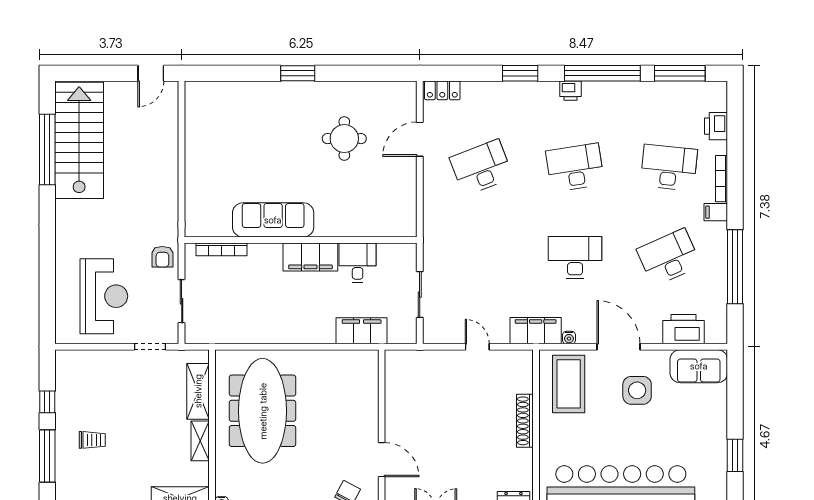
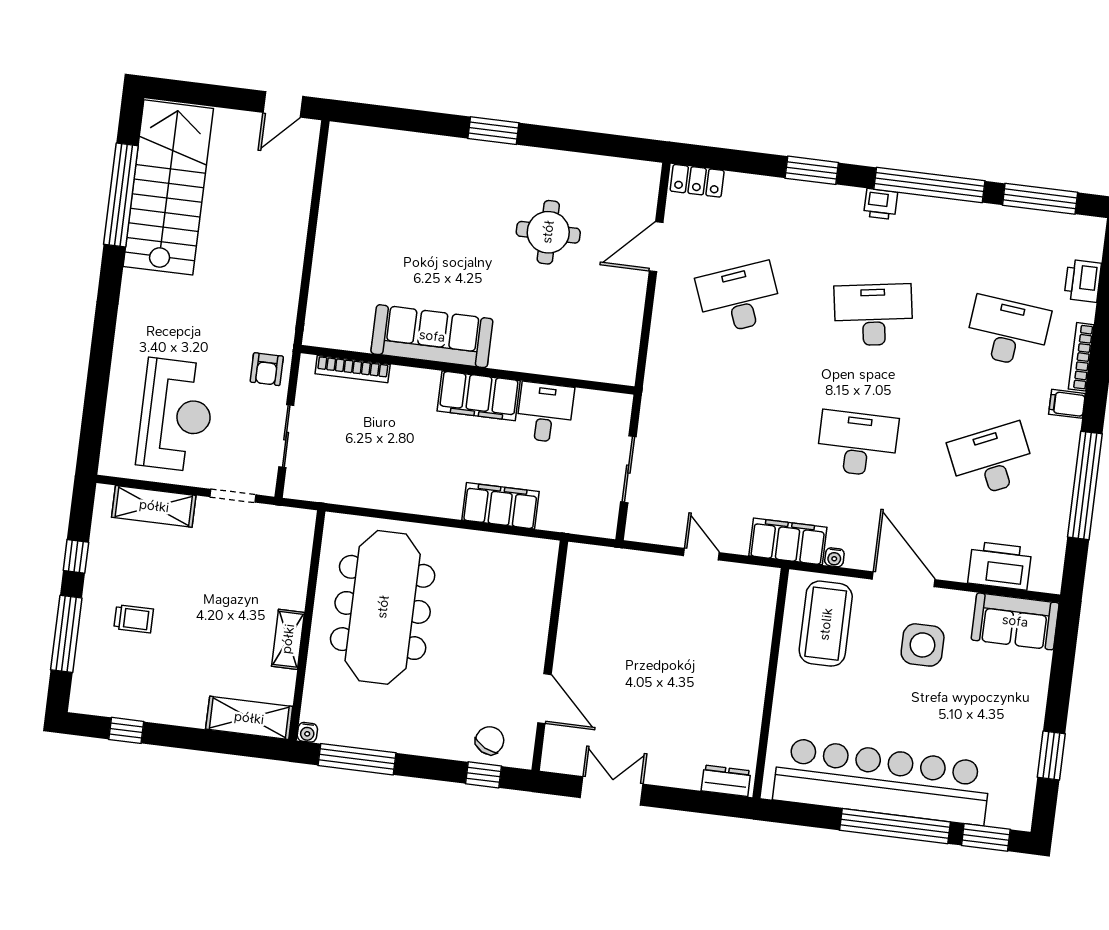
filing cabinet: (362, 331) -> (500, 506), moved
shelving: (198, 391) -> (154, 506), moved, turned 90
shoe rack: (525, 421) -> (756, 669), removed

